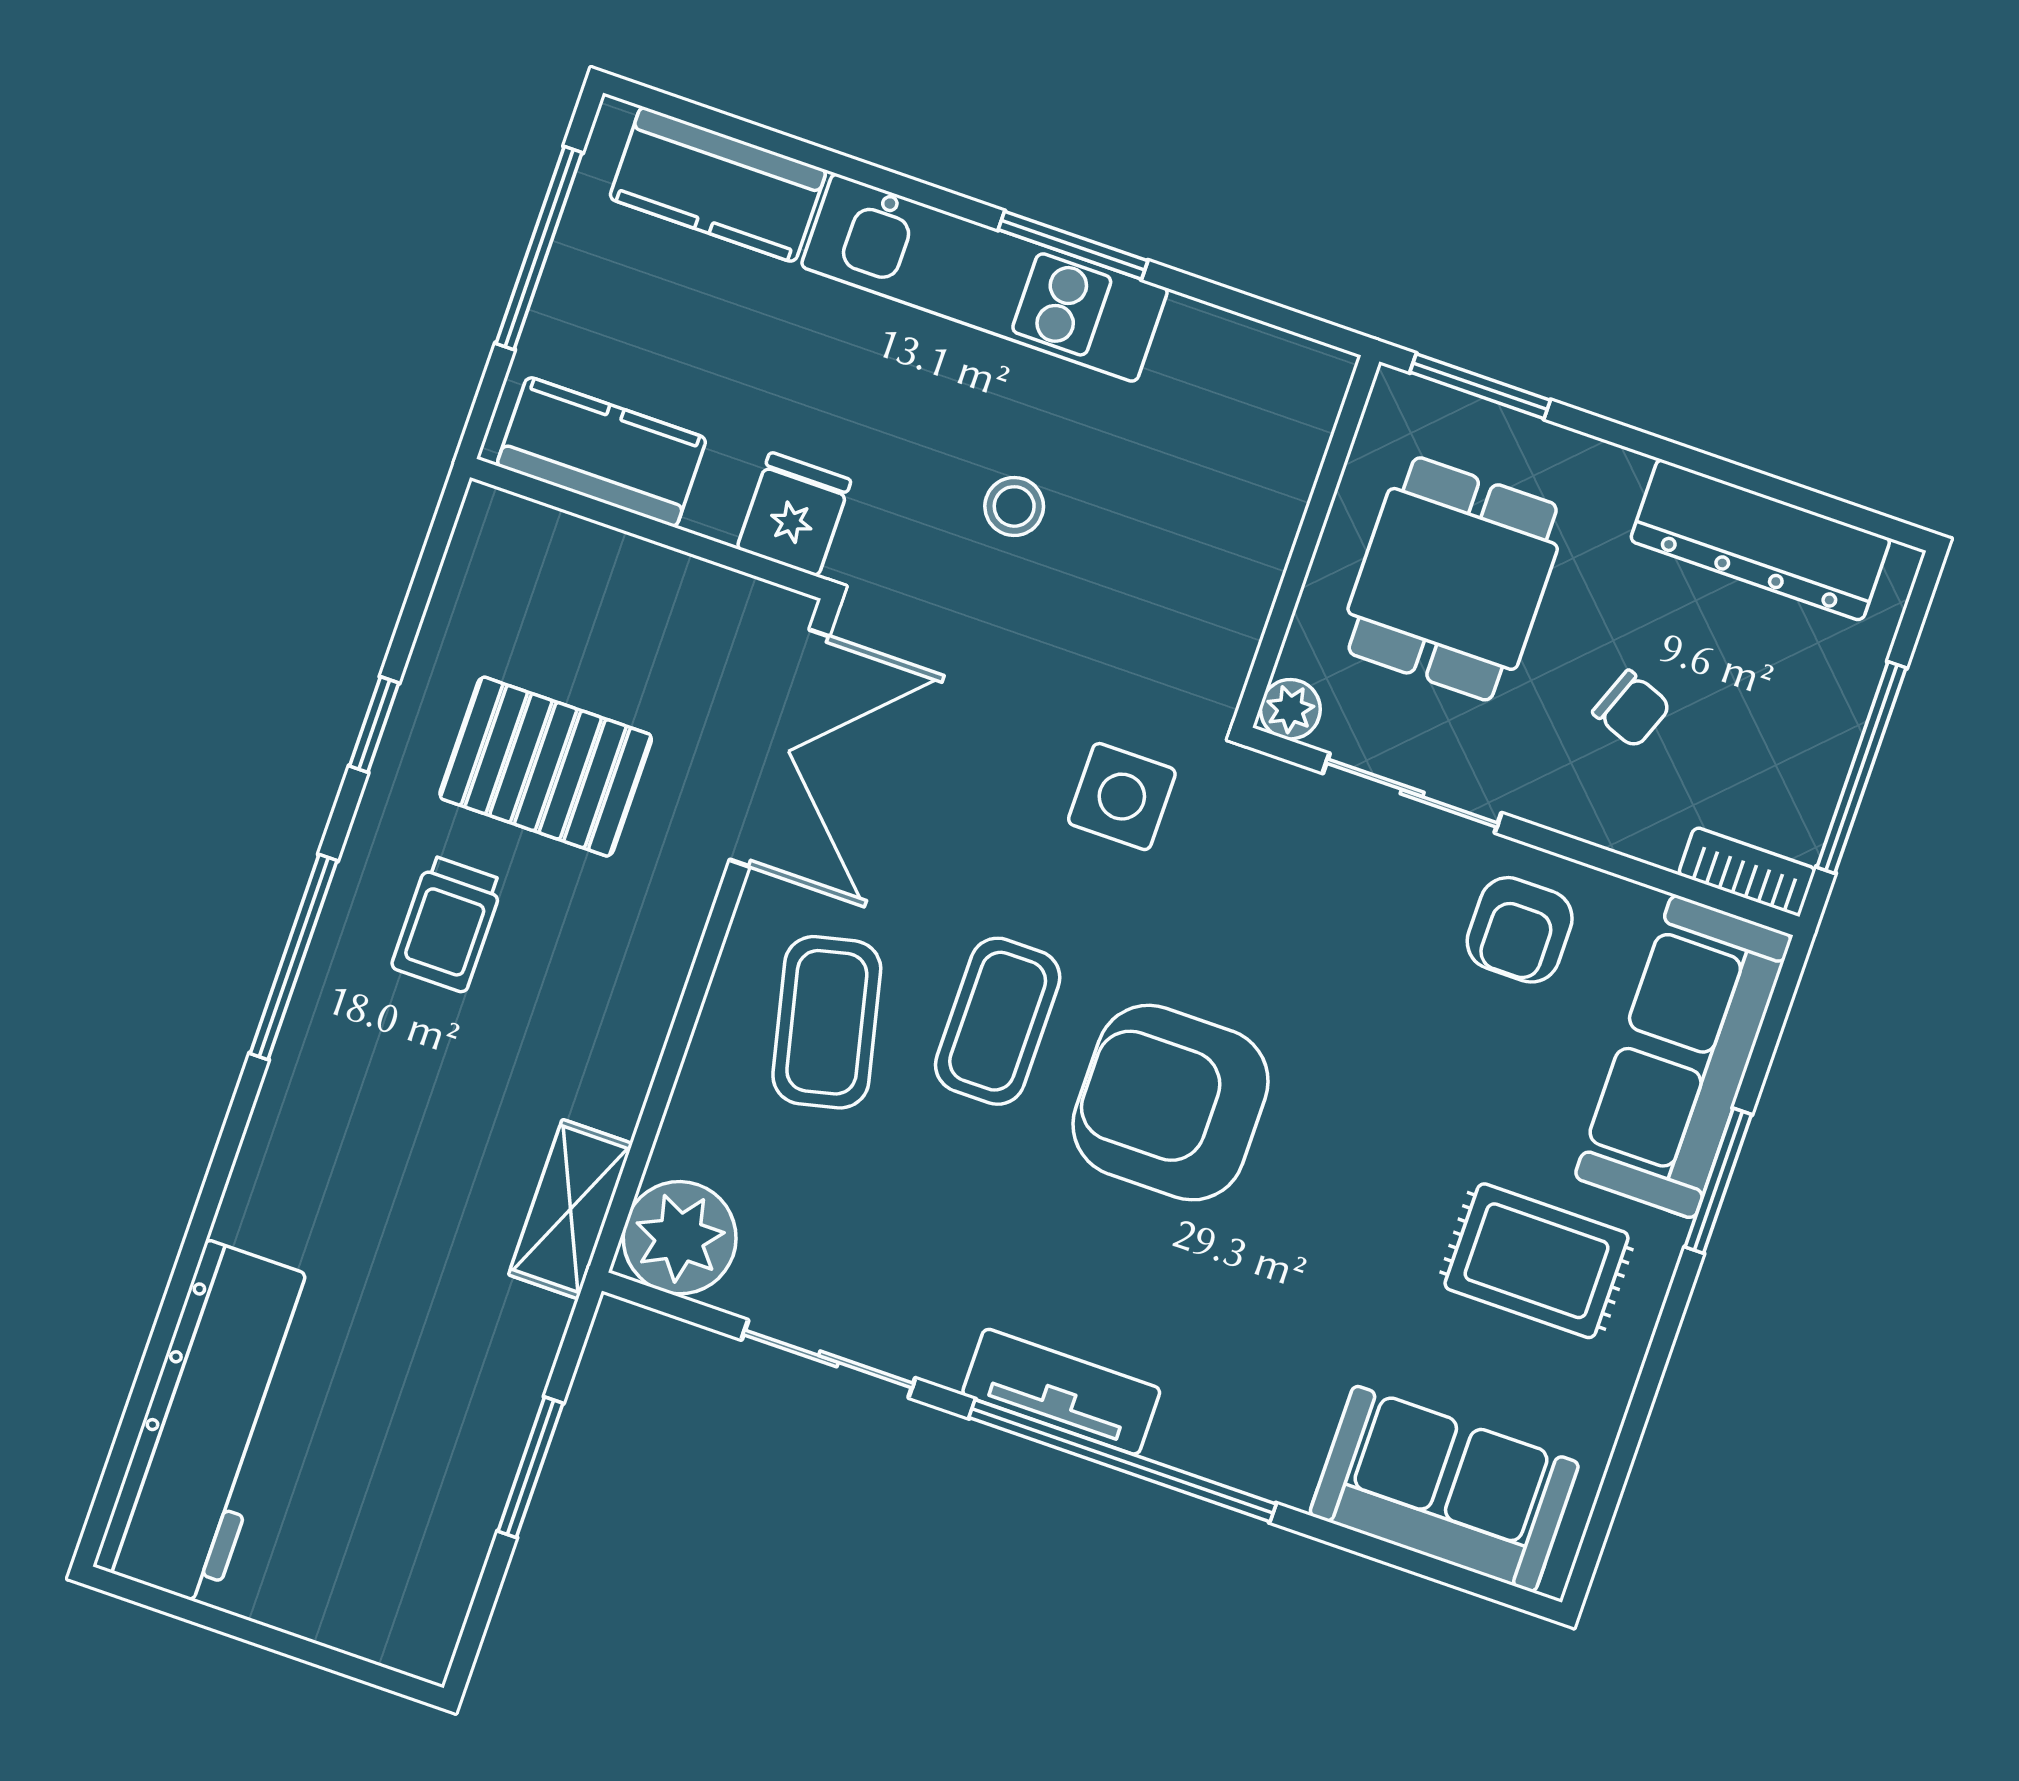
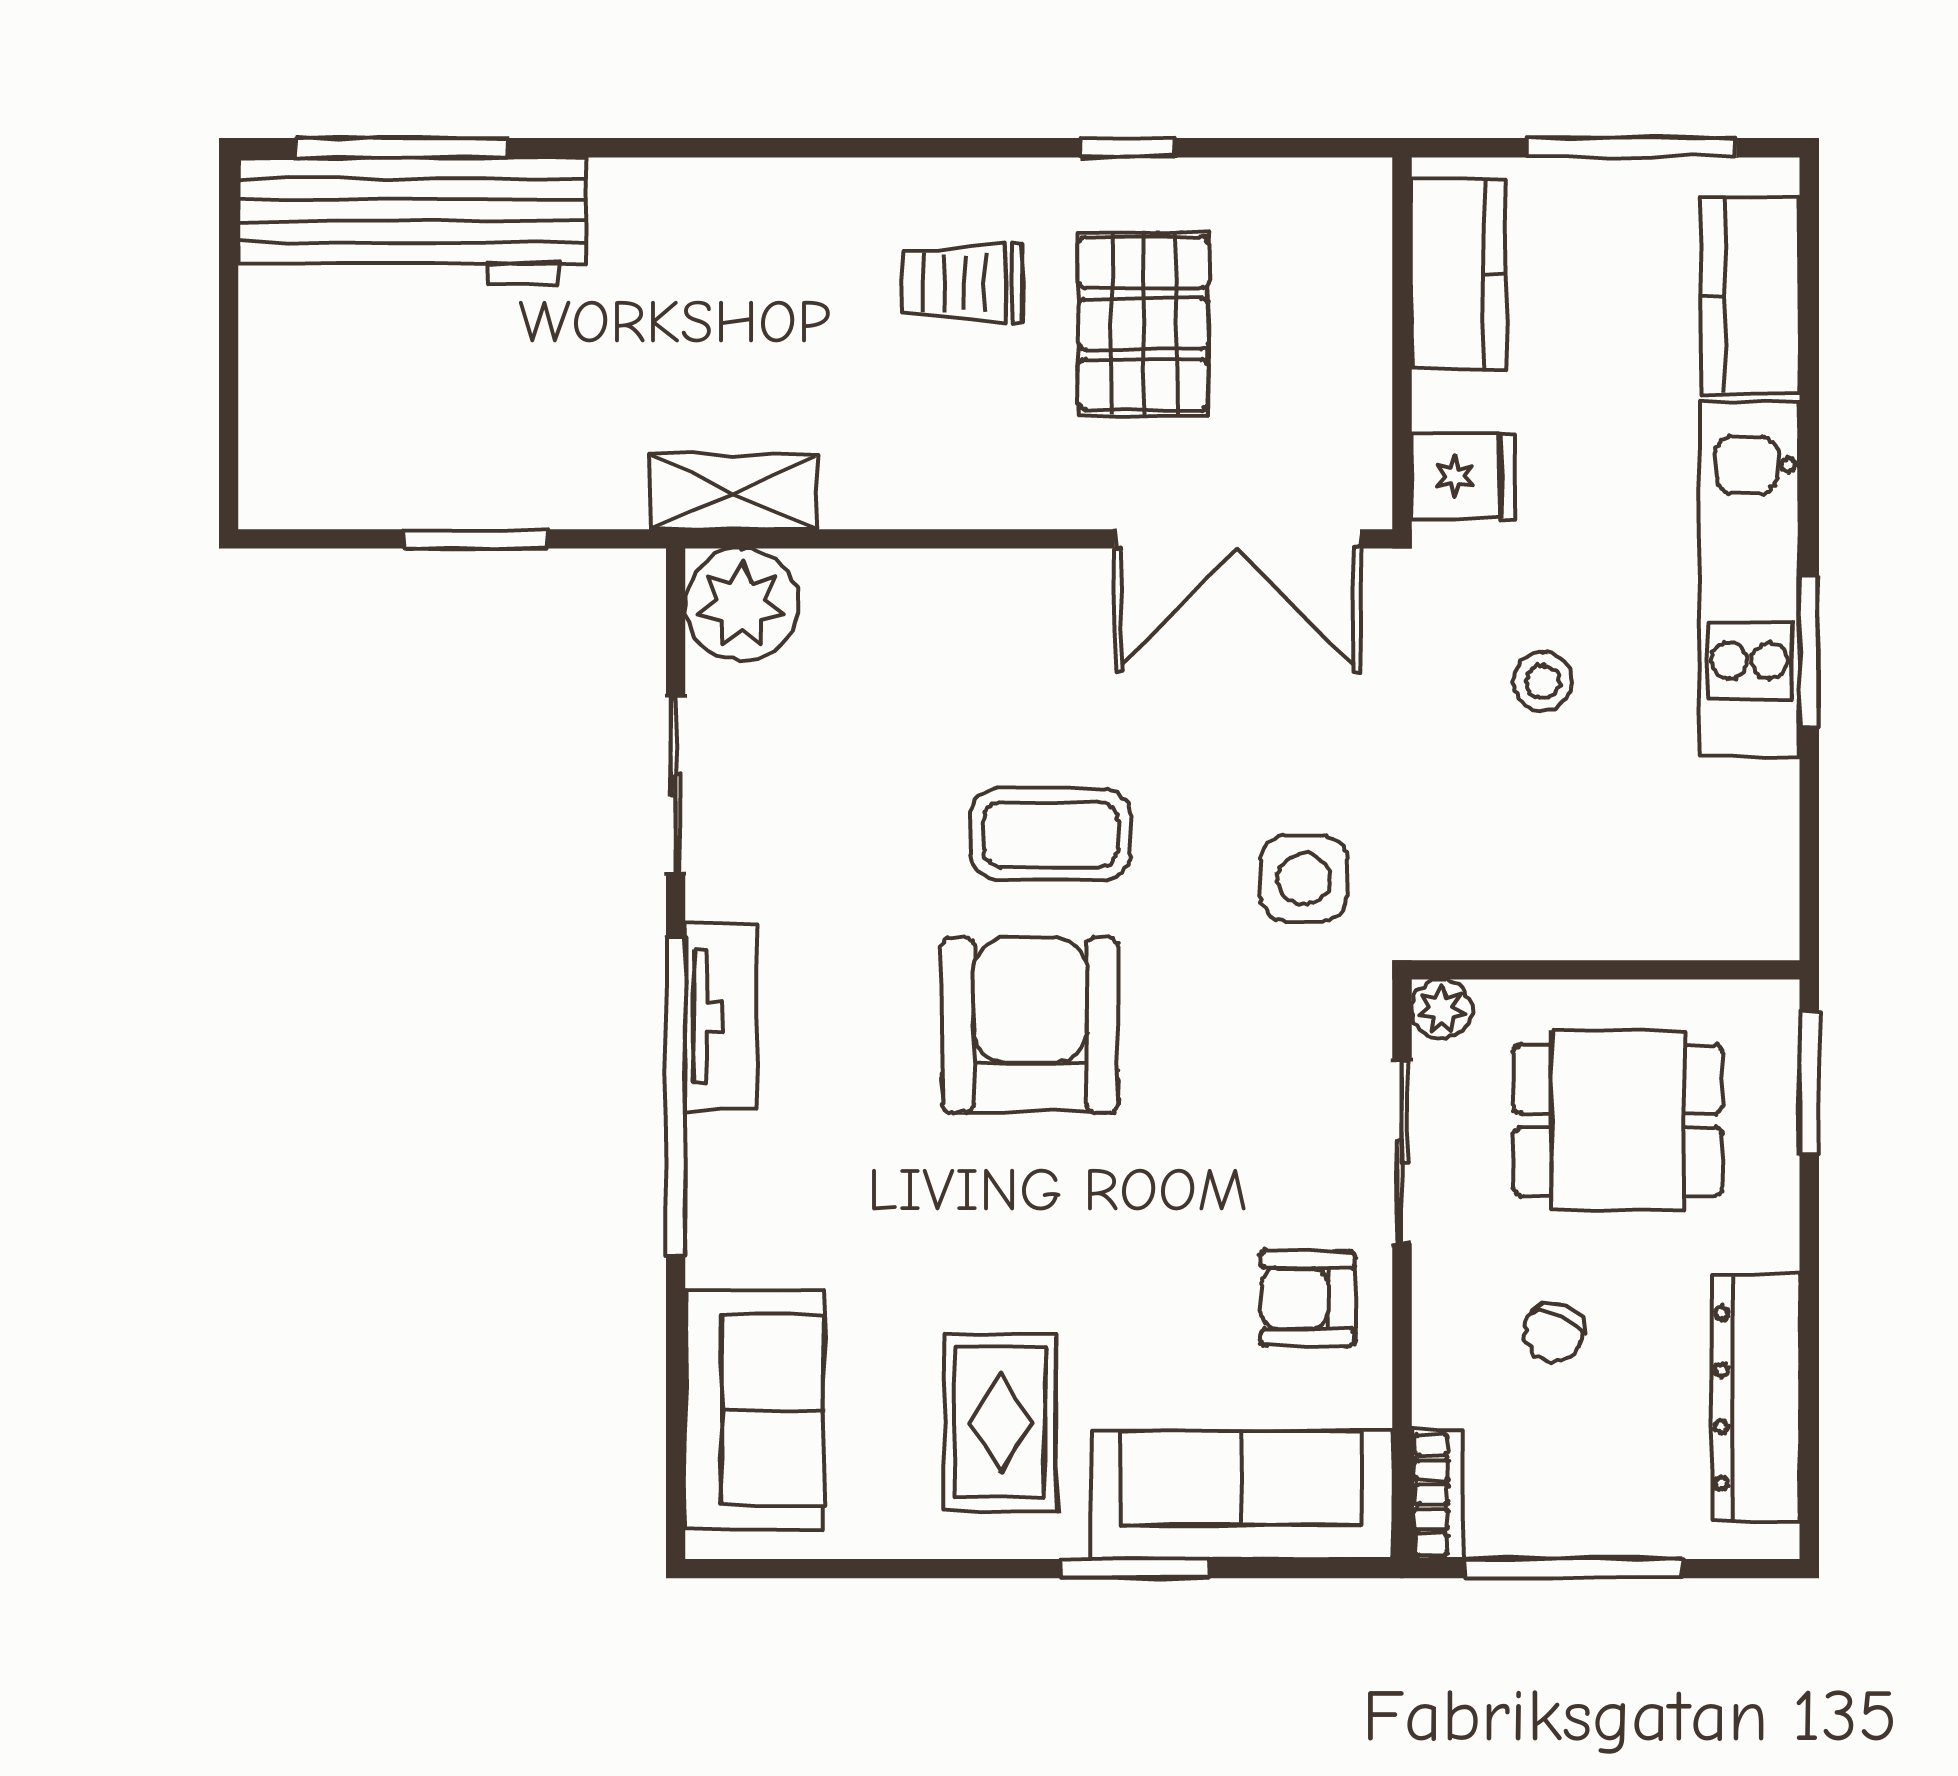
window: (294, 957) -> (402, 148), moved
coffee table: (827, 1022) -> (994, 673), removed

